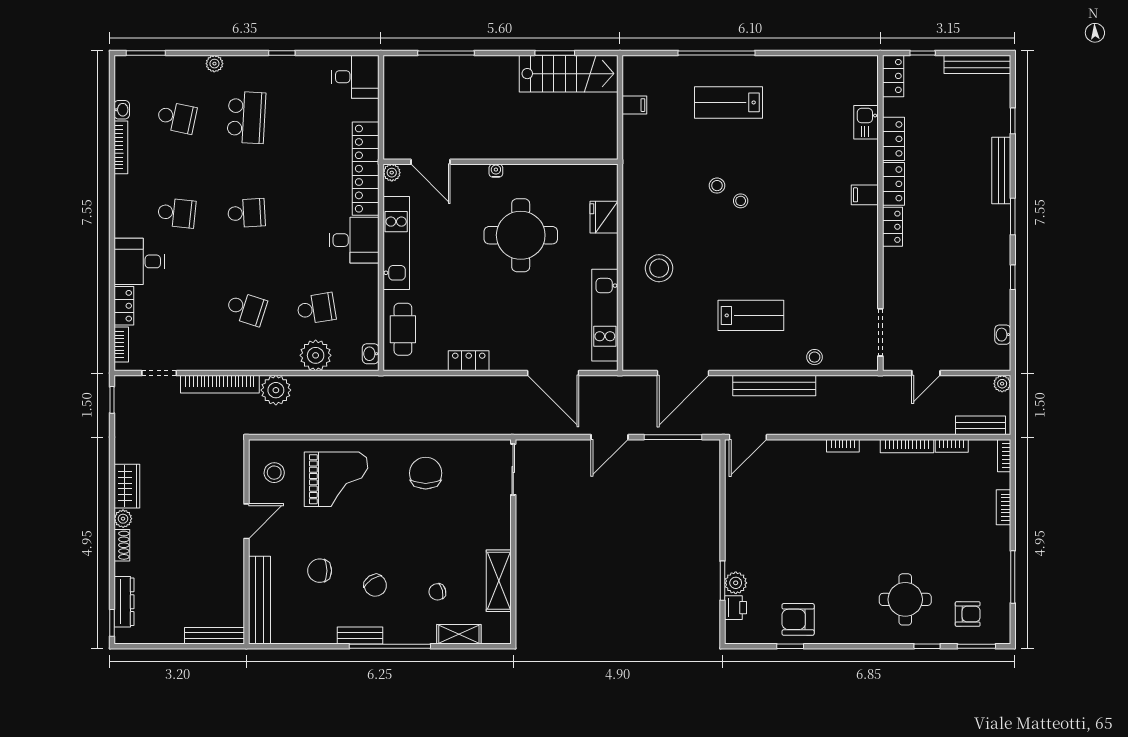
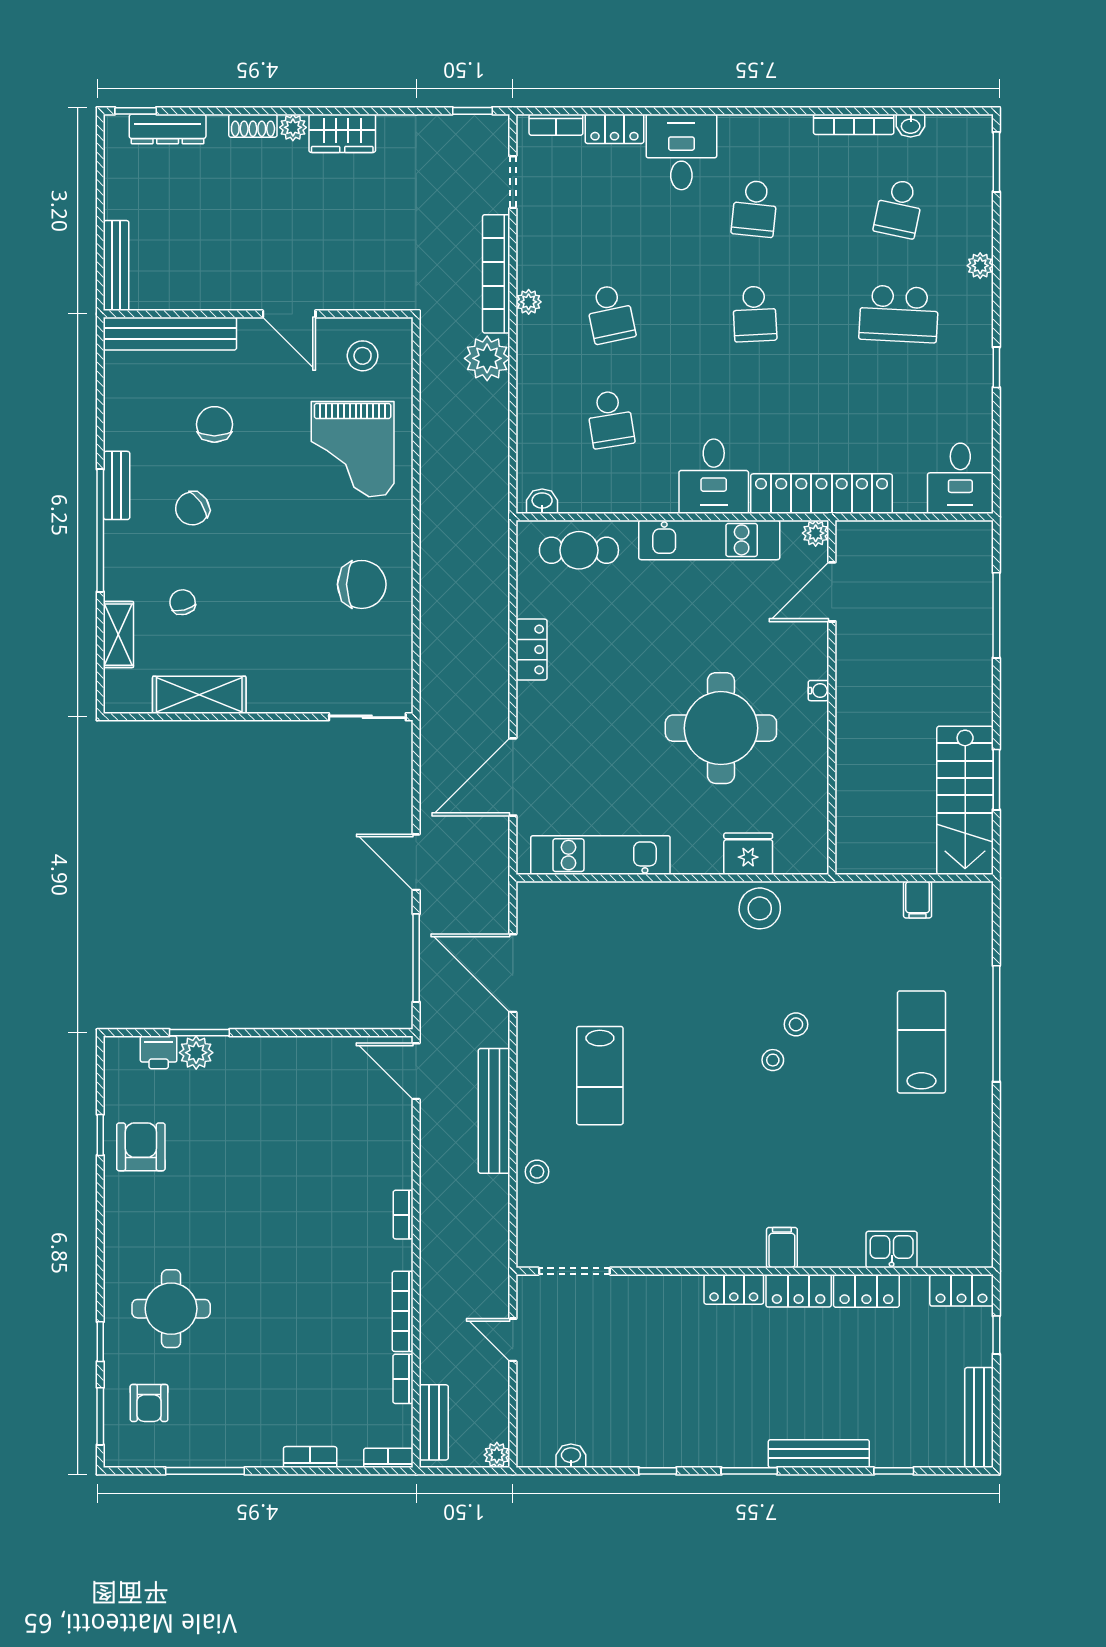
stool: (659, 268) -> (760, 908), moved
school desk: (246, 309) -> (610, 314), turned -30
plant: (316, 355) -> (529, 302), moved, width x0.53, depth x0.53

